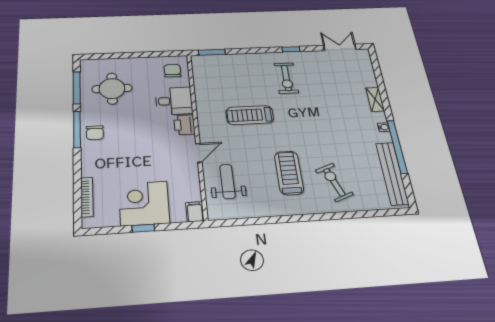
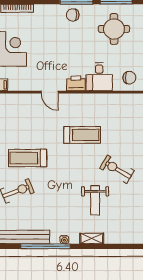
exercise bike: (286, 78) -> (117, 169), turned 30
treadmill: (250, 115) -> (82, 135), turned 90
treadmill: (289, 173) -> (28, 158), turned 180
weight bench: (227, 181) -> (95, 200), moved, turned 90

